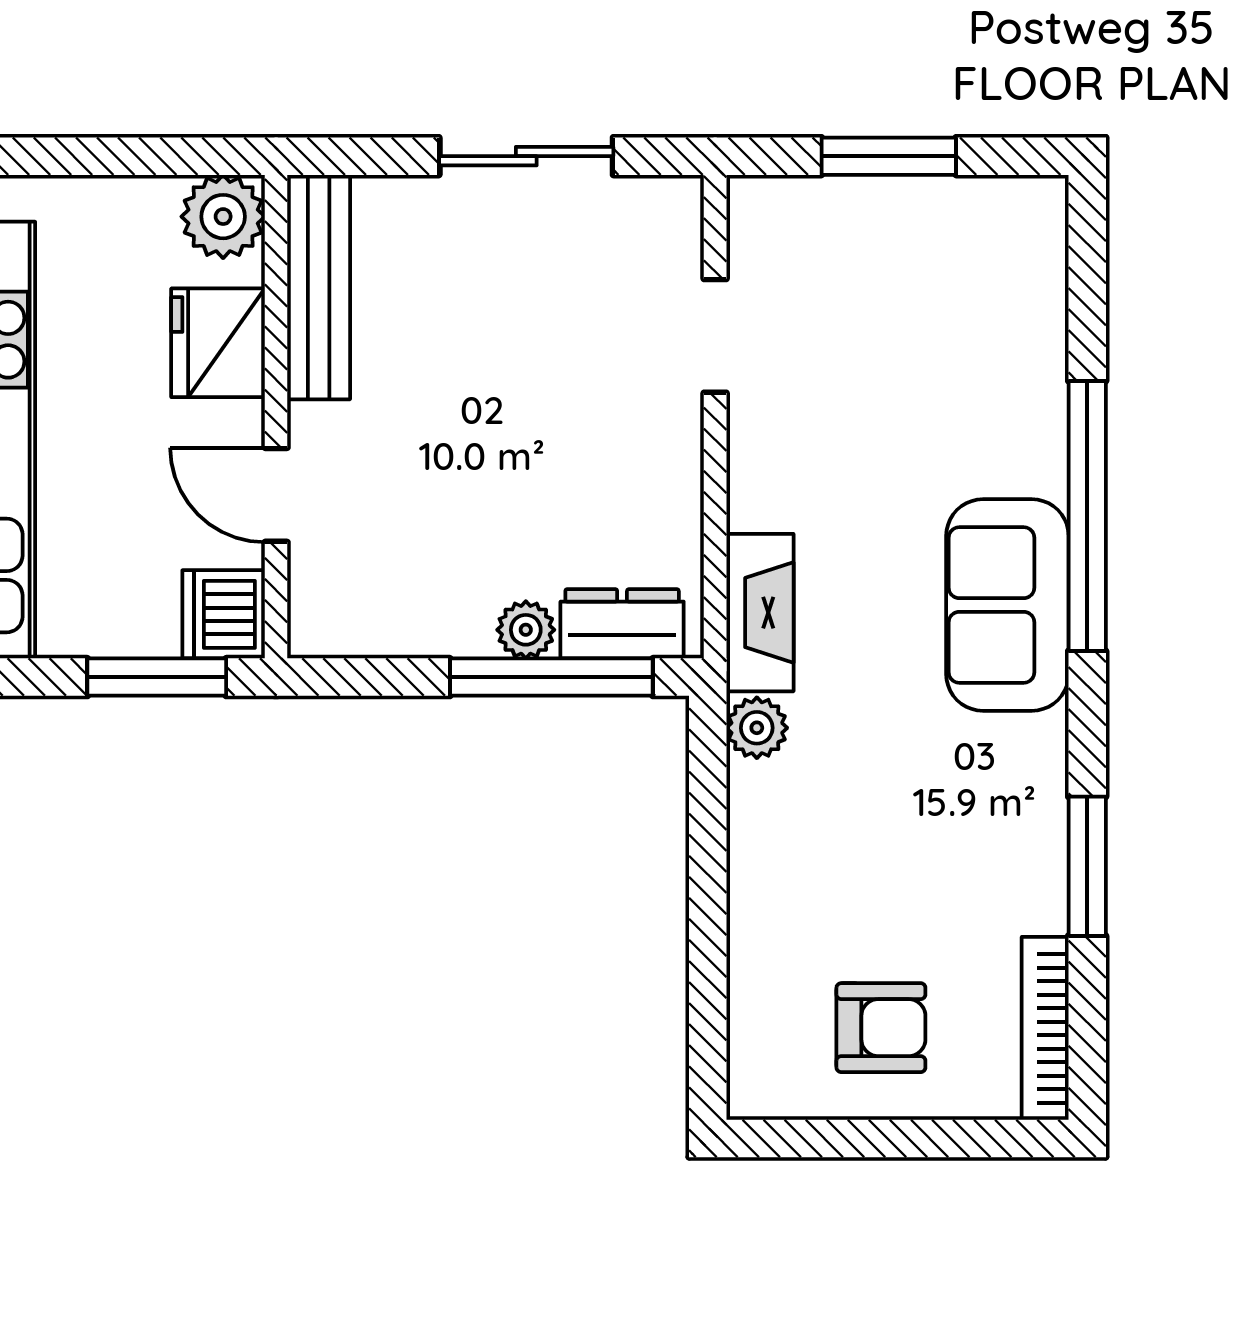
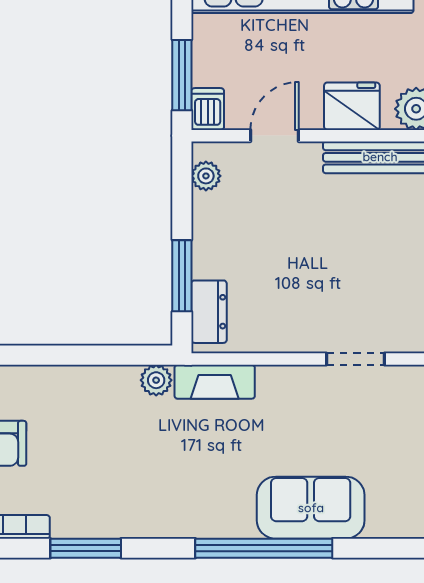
sofa: (1007, 605) -> (311, 508), moved
dishwasher: (224, 614) -> (208, 109), width x0.73
plant: (526, 630) -> (206, 176), moved
window: (551, 677) -> (182, 276), width x0.69

